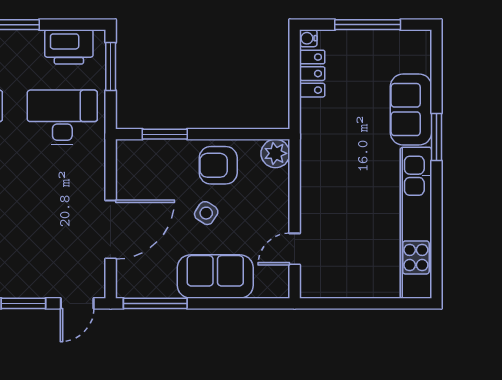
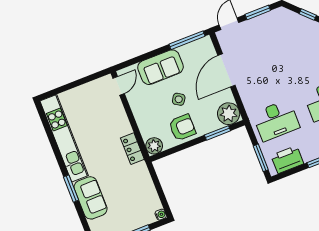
locker: (312, 74) -> (132, 149), moved
plant: (135, 158) -> (229, 114), added
door: (295, 249) -> (119, 86), moved

